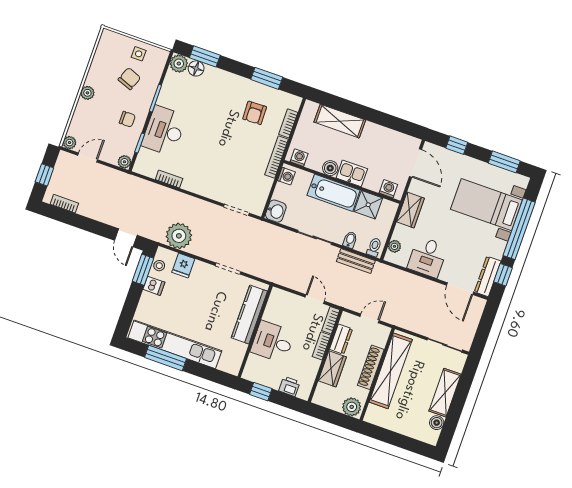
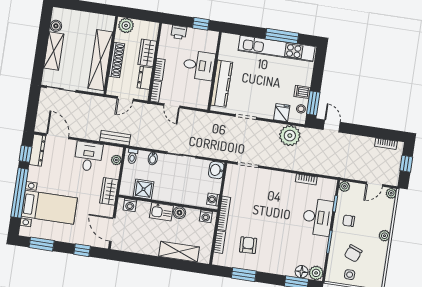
bathtub: (334, 193) -> (173, 193), removed
bench: (356, 261) -> (115, 138), moved

